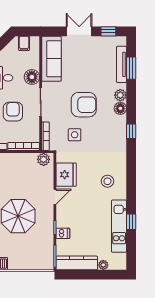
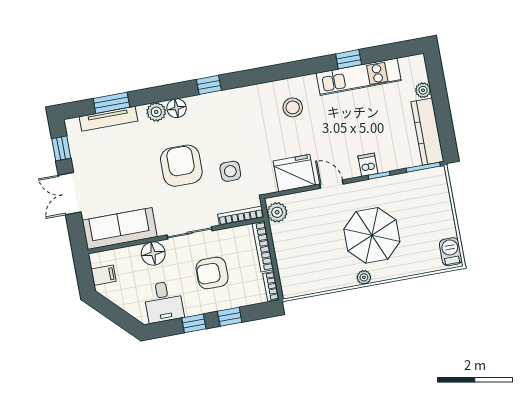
dishwasher: (63, 233) -> (368, 165), moved

